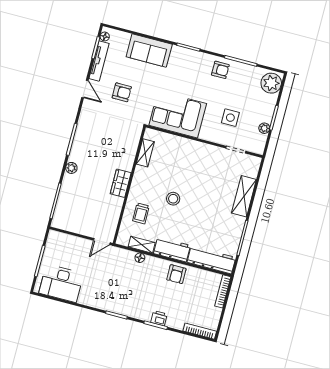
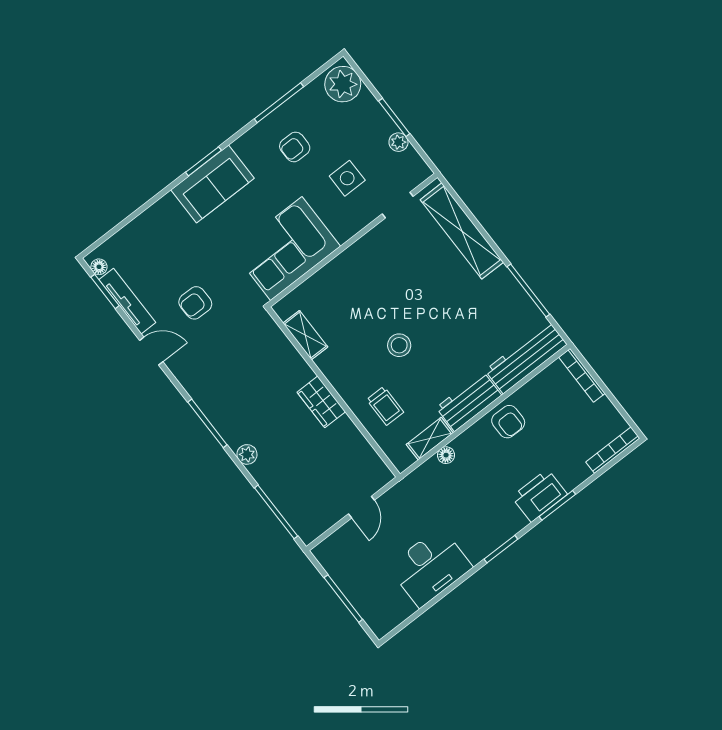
sofa: (149, 51) -> (212, 184), moved
armchair: (220, 70) -> (295, 147), moved, turned 180
armchair: (122, 92) -> (195, 303), turned 180
shelving: (244, 196) -> (462, 231), width x1.47
door: (102, 241) -> (361, 507), moved
desk: (61, 283) -> (430, 567), moved
printer: (159, 318) -> (539, 496), width x1.87, depth x1.48

